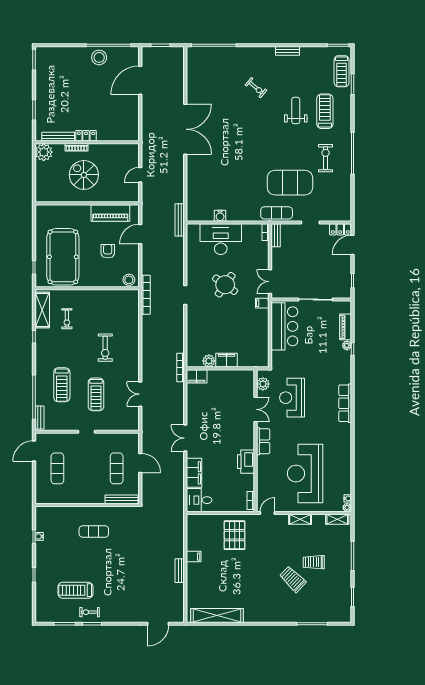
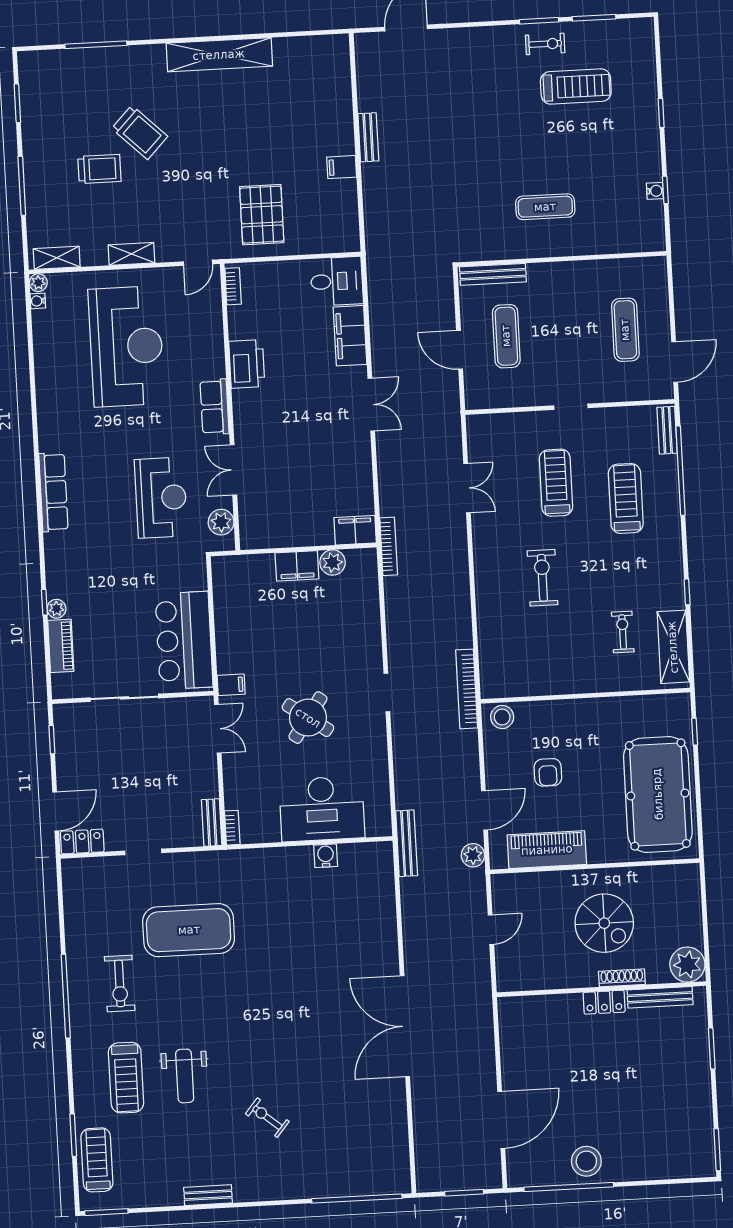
plant: (147, 212) -> (473, 855), added
exercise mat: (277, 213) -> (212, 868), removed
pool table: (63, 257) -> (658, 794), moved
shelving: (217, 616) -> (219, 55), moved

